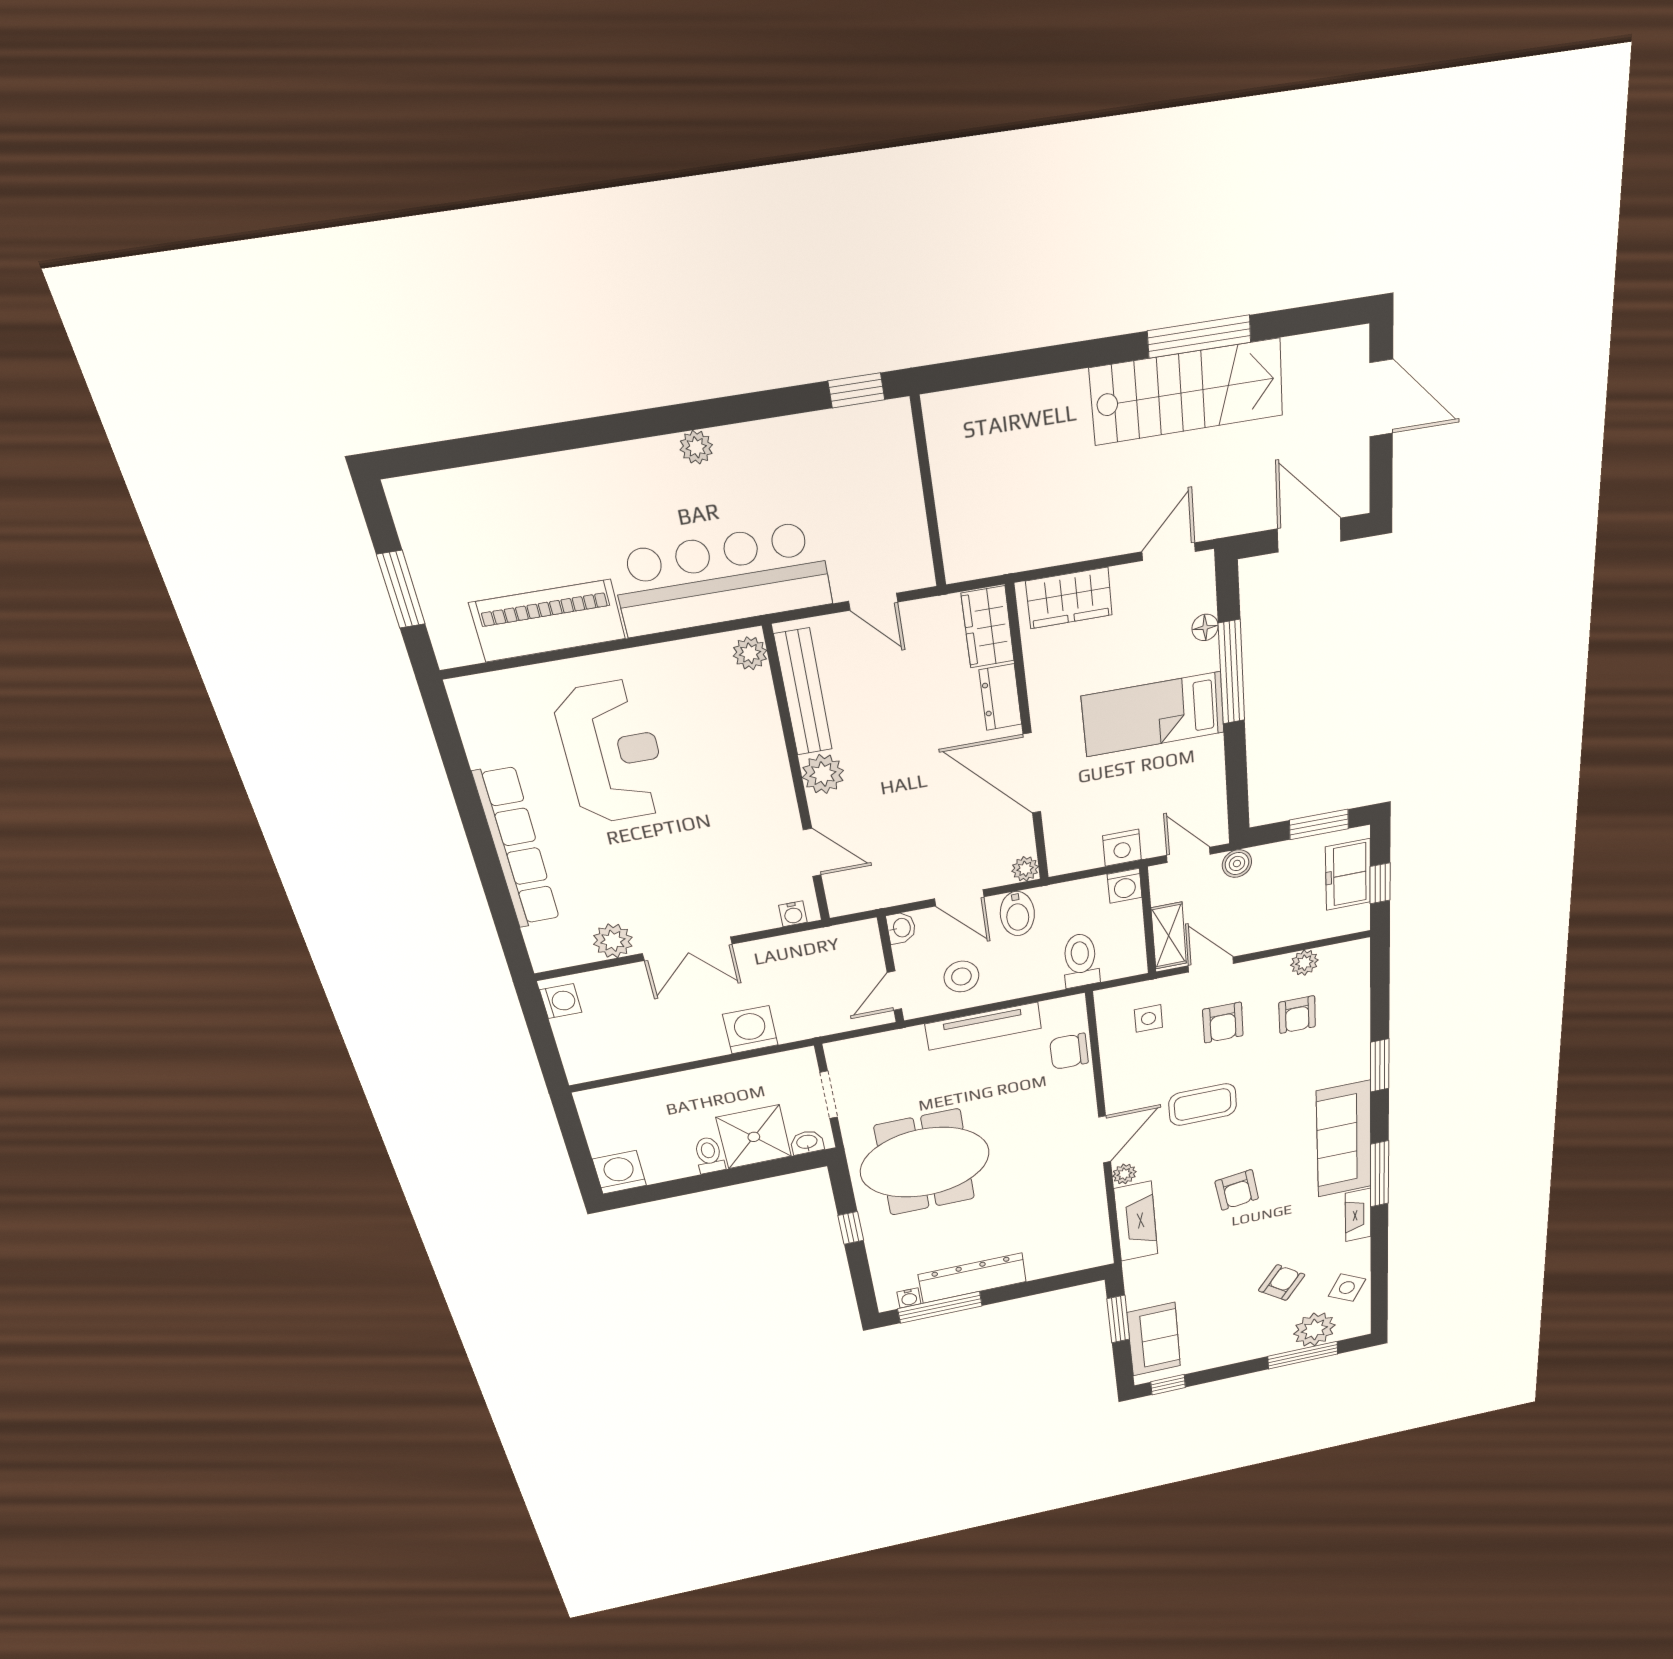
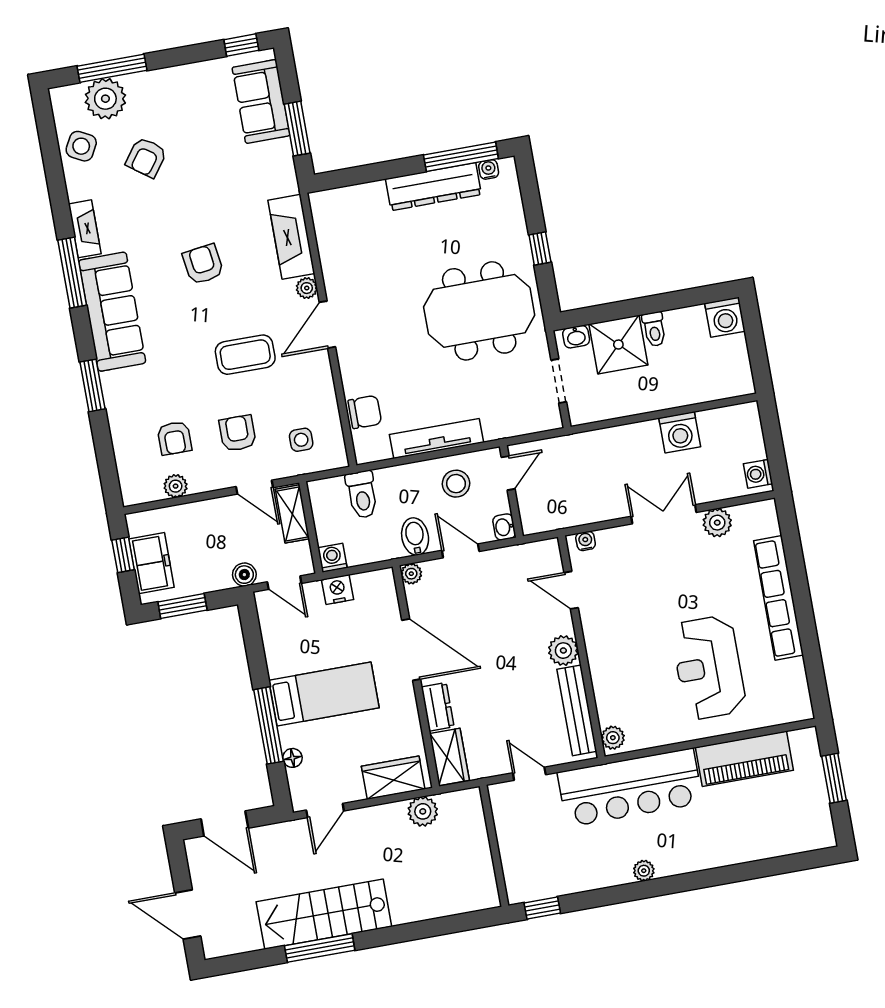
plant: (1030, 548) -> (423, 811), added
armchair: (1297, 1015) -> (174, 438), turned 180
washing machine: (750, 1030) -> (680, 432), moved

